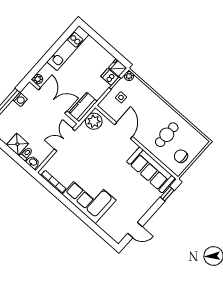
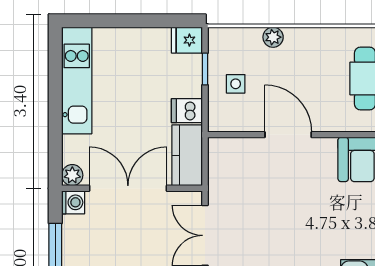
plant: (129, 76) -> (273, 37), moved
dishwasher: (109, 77) -> (187, 111), moved
washing machine: (20, 100) -> (73, 202), moved
plant: (94, 121) -> (226, 163), removed

